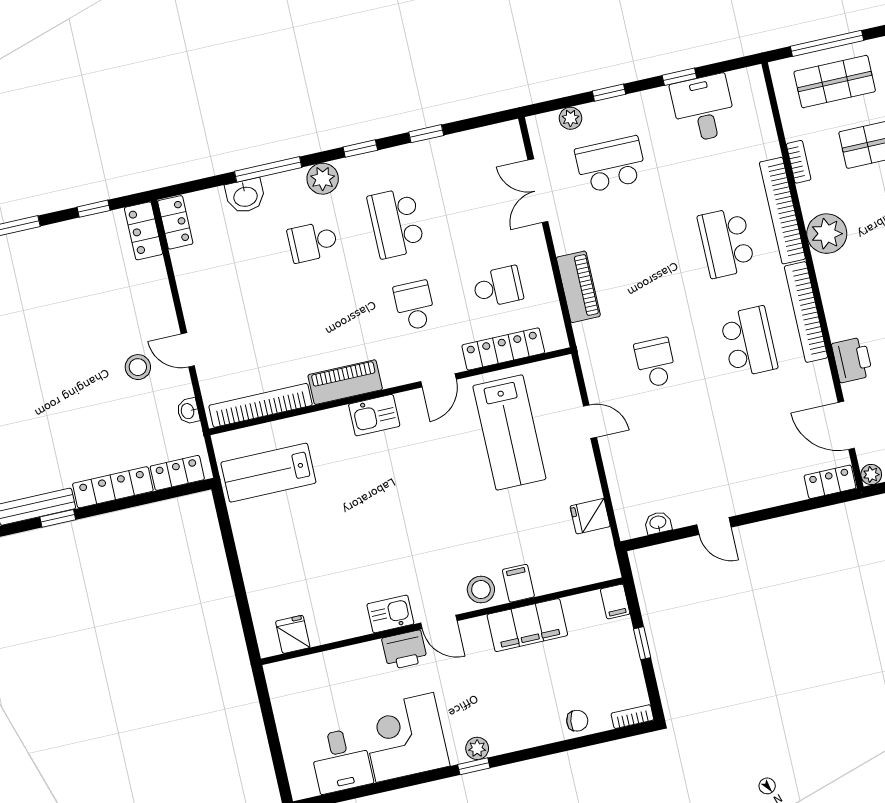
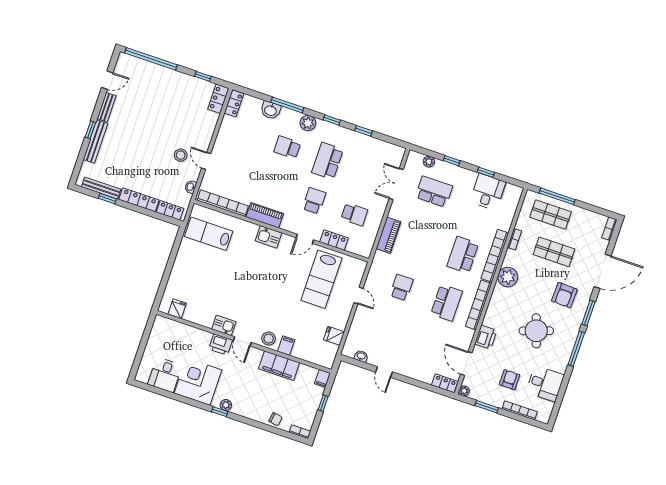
locker: (503, 349) -> (334, 240), width x0.66

